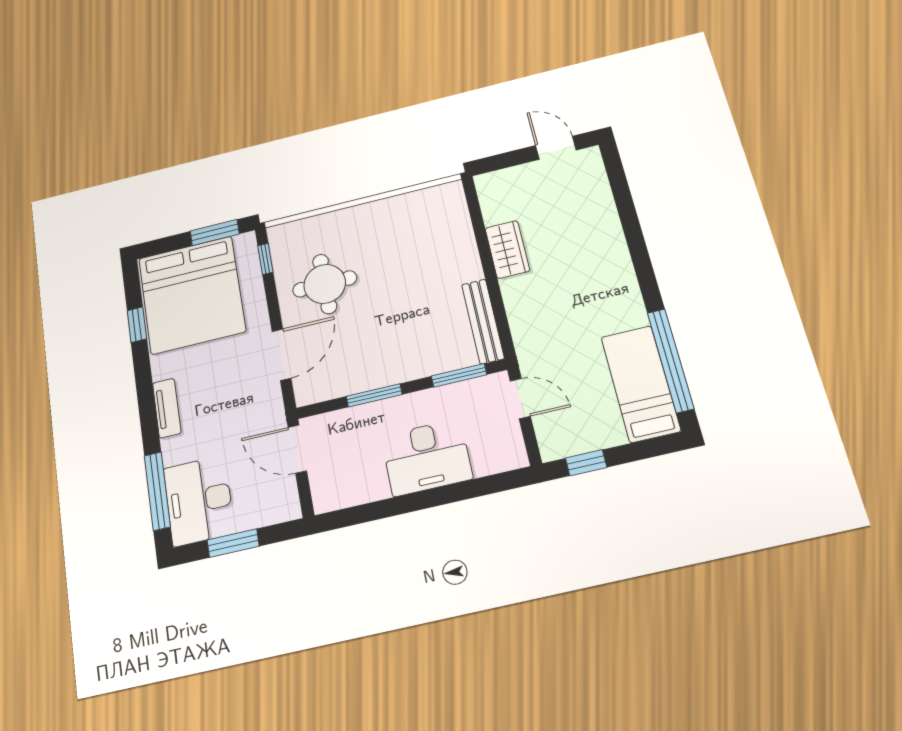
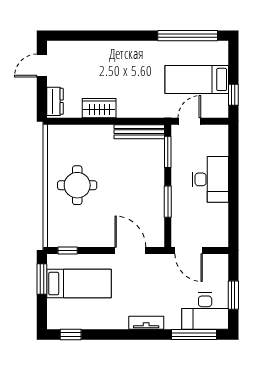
dresser: (502, 181) -> (55, 101), added
round table: (325, 284) -> (77, 185), moved
bed: (192, 295) -> (79, 284), width x0.49
window: (137, 325) -> (71, 335), moved
bed: (641, 384) -> (197, 79), moved
door: (297, 449) -> (189, 251), hinge flipped

